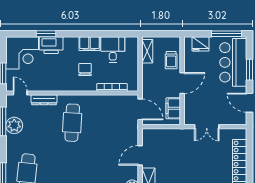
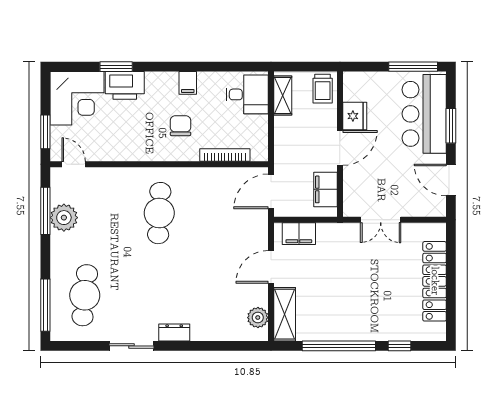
filing cabinet: (89, 44) -> (188, 83), width x0.50
fridge: (201, 44) -> (355, 116), moved, turned -90
desk: (113, 49) -> (247, 94), moved, turned 90
trolley: (171, 60) -> (323, 89), moved
dresser: (44, 100) -> (113, 175), removed
door: (140, 109) -> (271, 191), swing flipped
filing cabinet: (157, 135) -> (299, 234), added

